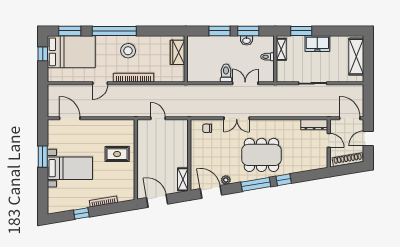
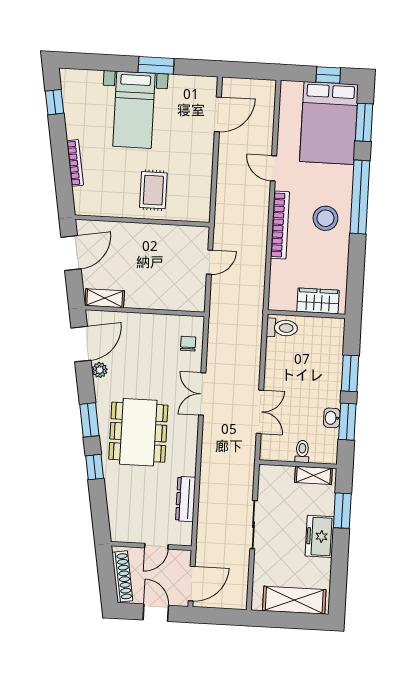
toilet: (226, 73) -> (282, 328), moved
dresser: (314, 125) -> (186, 499), moved
window: (256, 184) -> (89, 420), width x0.69
window: (81, 213) -> (55, 102), moved

